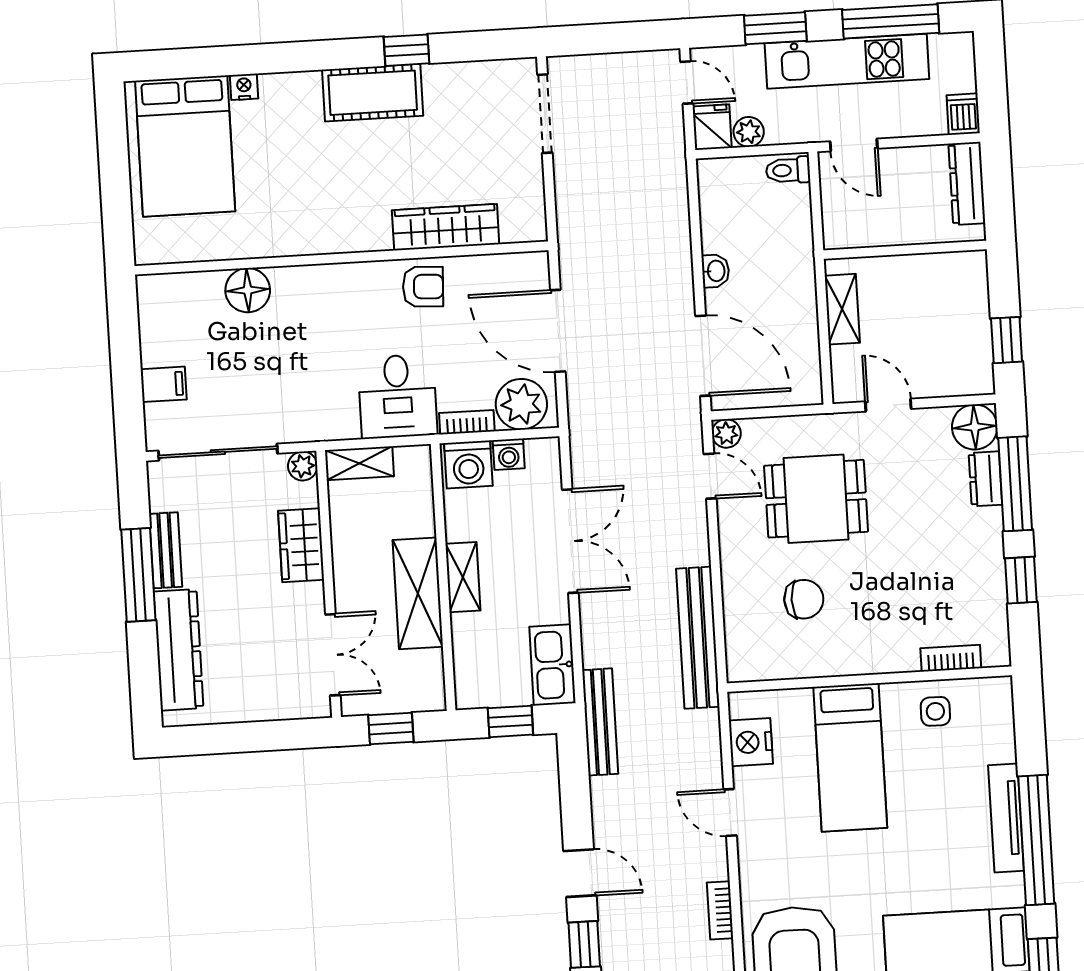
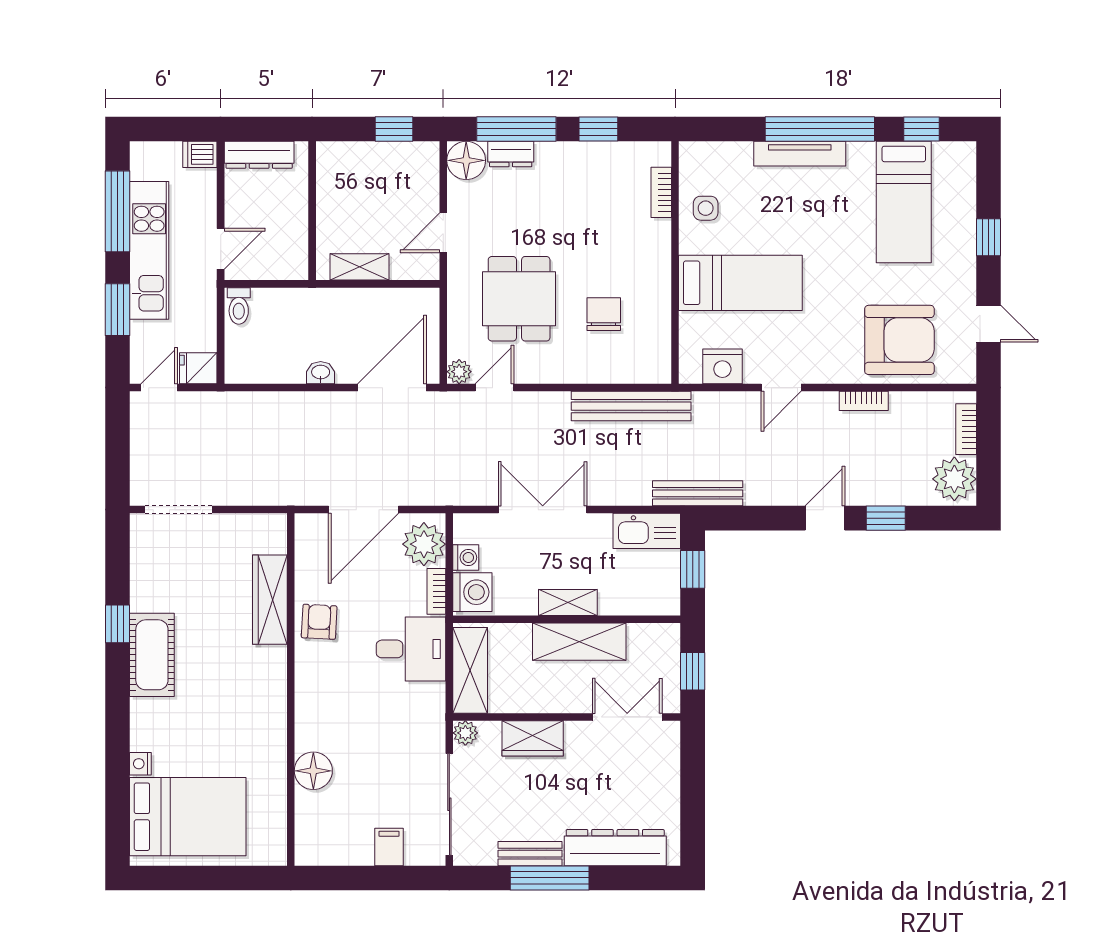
plant: (749, 132) -> (204, 337), removed
shelving: (359, 463) -> (470, 670), width x1.50, depth x1.33

